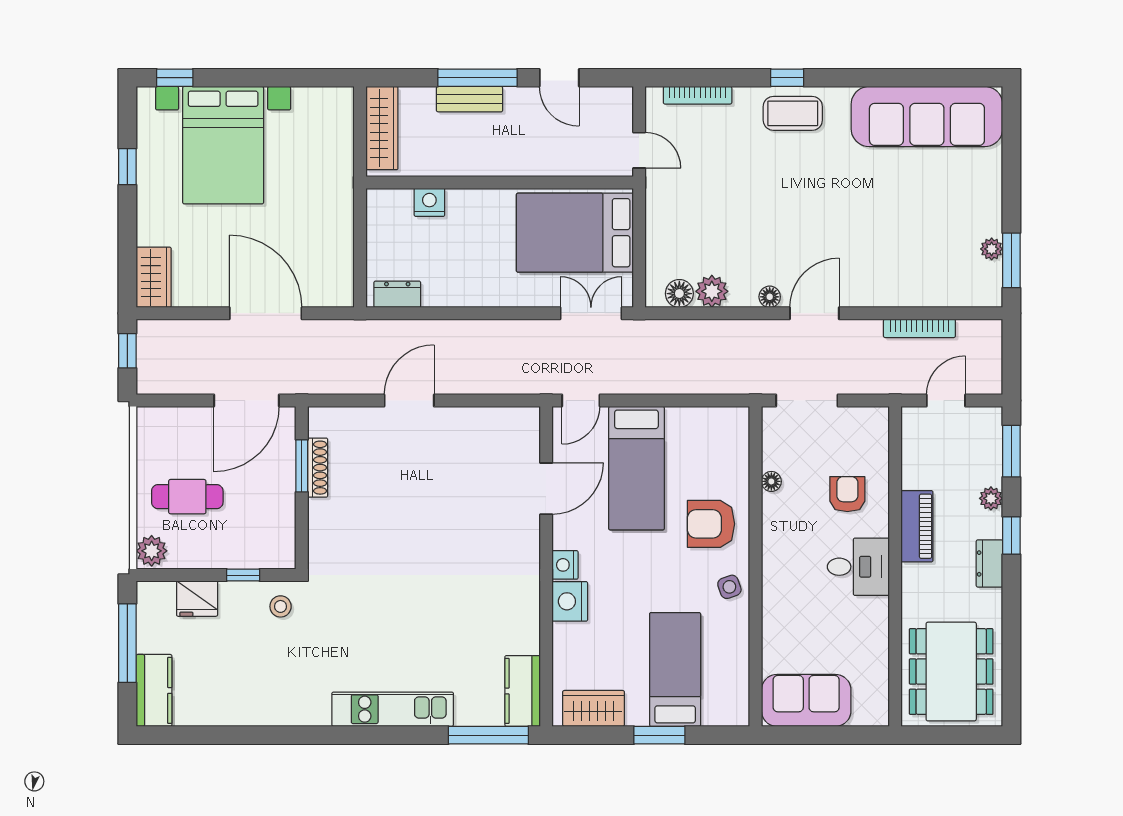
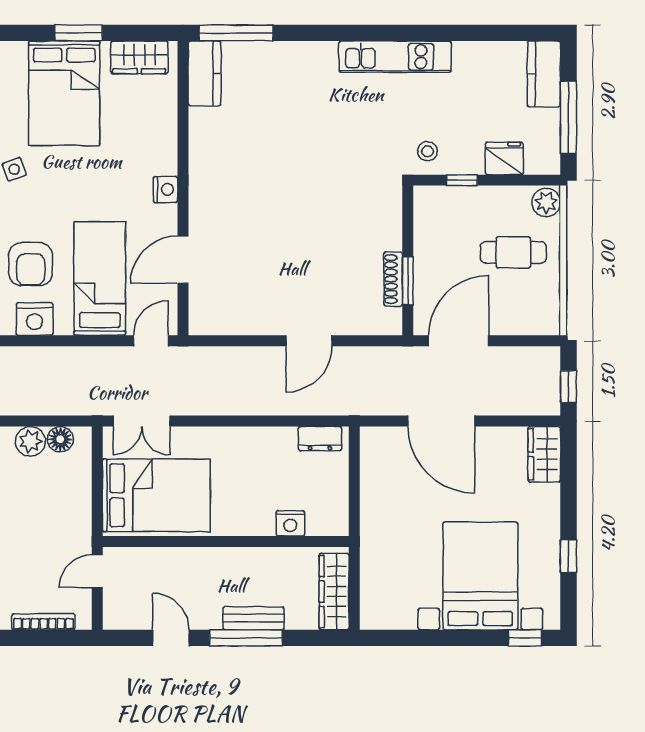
door: (639, 150) -> (97, 571), hinge flipped
armchair: (711, 524) -> (31, 264), moved, turned 90
nightstand: (570, 601) -> (35, 319), moved, turned 90
bed: (675, 669) -> (64, 93), width x1.50
kitchen unit: (393, 709) -> (395, 57), moved

